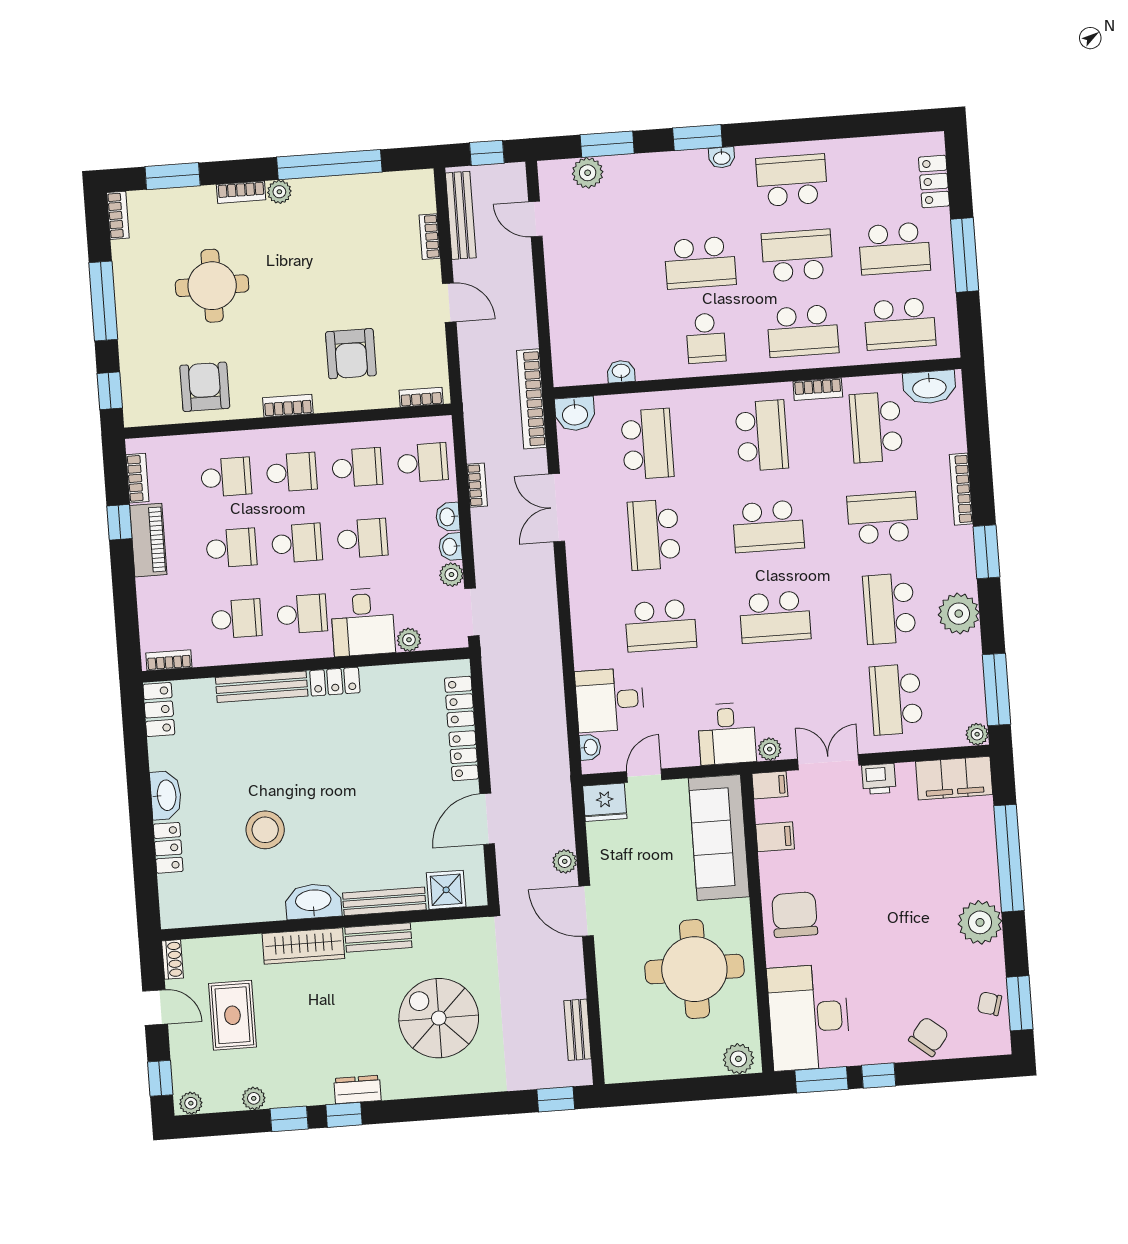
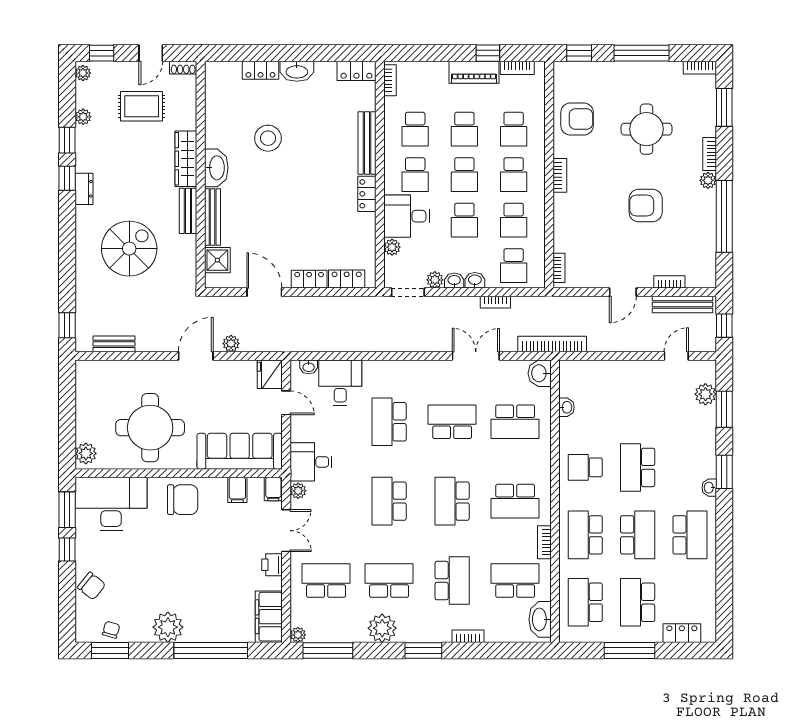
armchair: (351, 354) -> (646, 205), moved
bookcase: (961, 489) -> (468, 636), width x0.64

